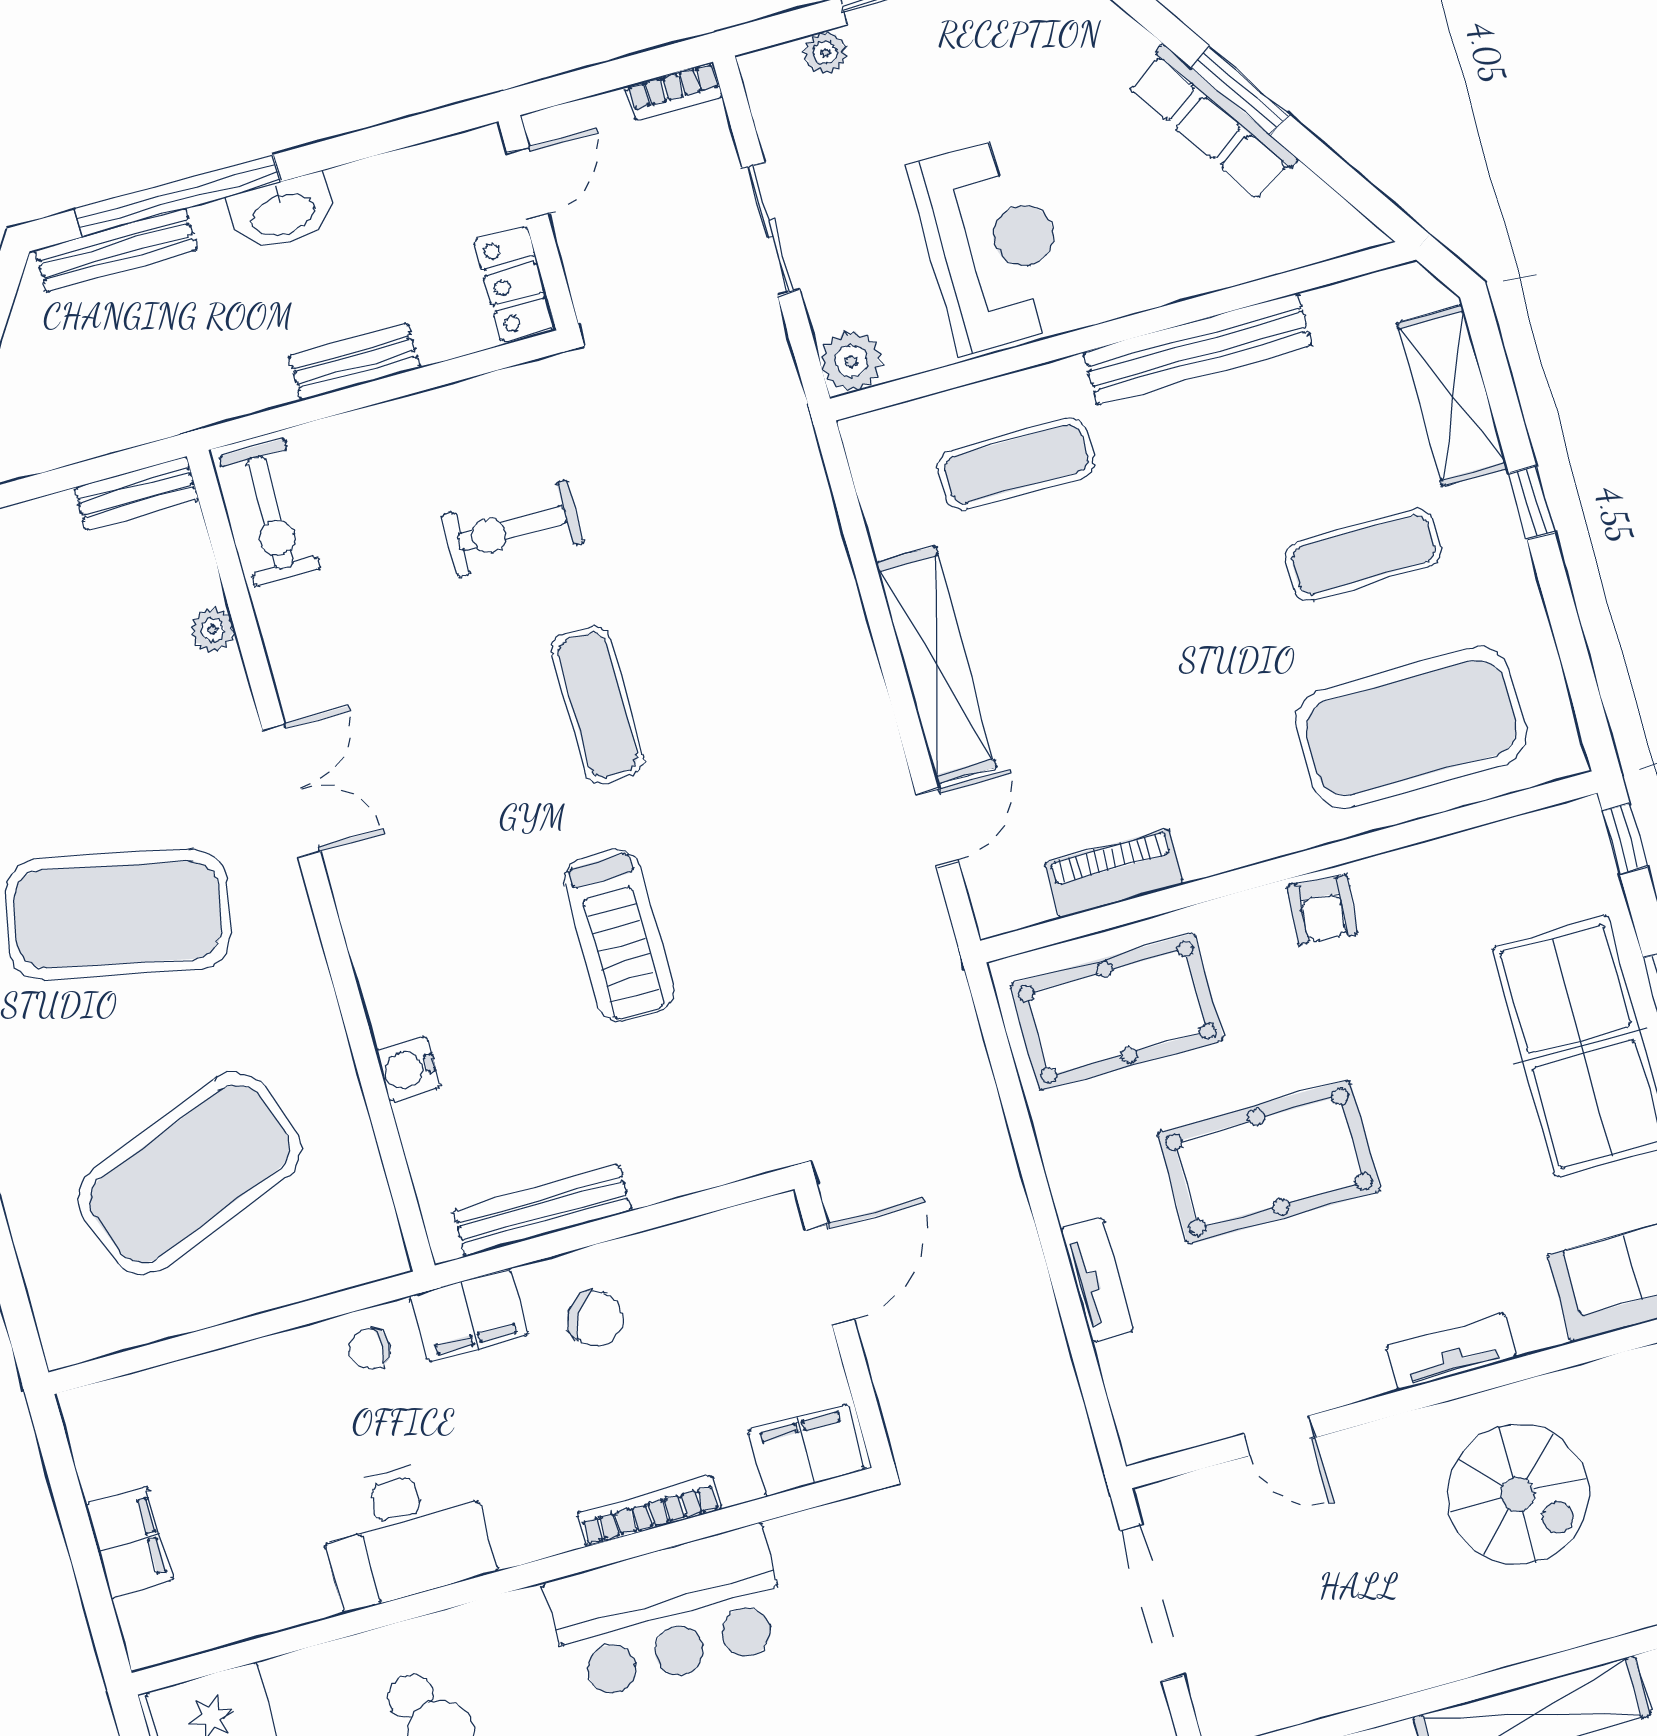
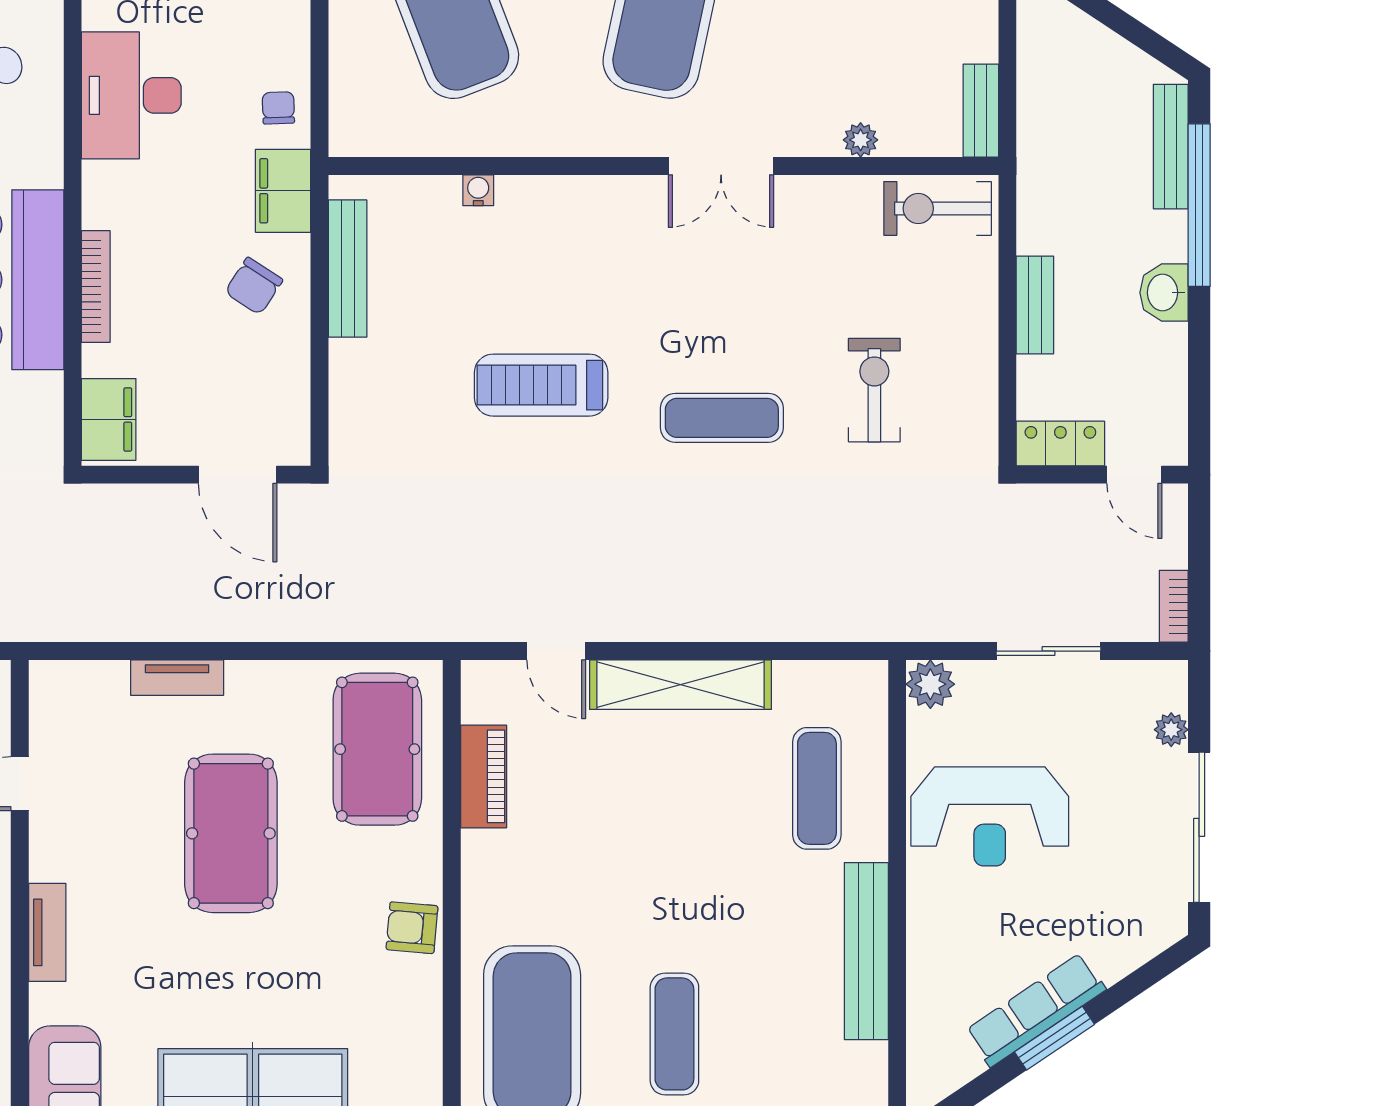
washbasin: (282, 213) -> (1164, 293), width x0.72
water cooler: (408, 1069) -> (478, 190), width x0.72, depth x0.72

